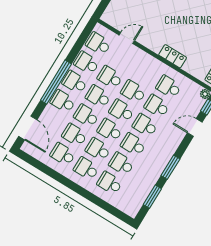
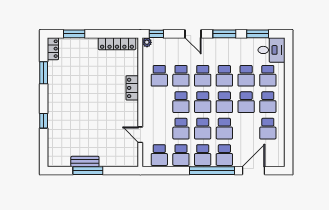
door: (28, 128) -> (254, 171), moved
door: (195, 128) -> (193, 34), moved
school desk: (75, 135) -> (246, 129), removed
desk: (130, 200) -> (272, 50), added

